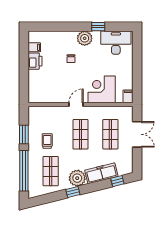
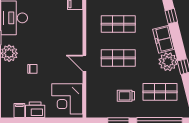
corner desk: (102, 89) -> (67, 99), moved
freezer: (101, 173) -> (164, 39), width x0.71

